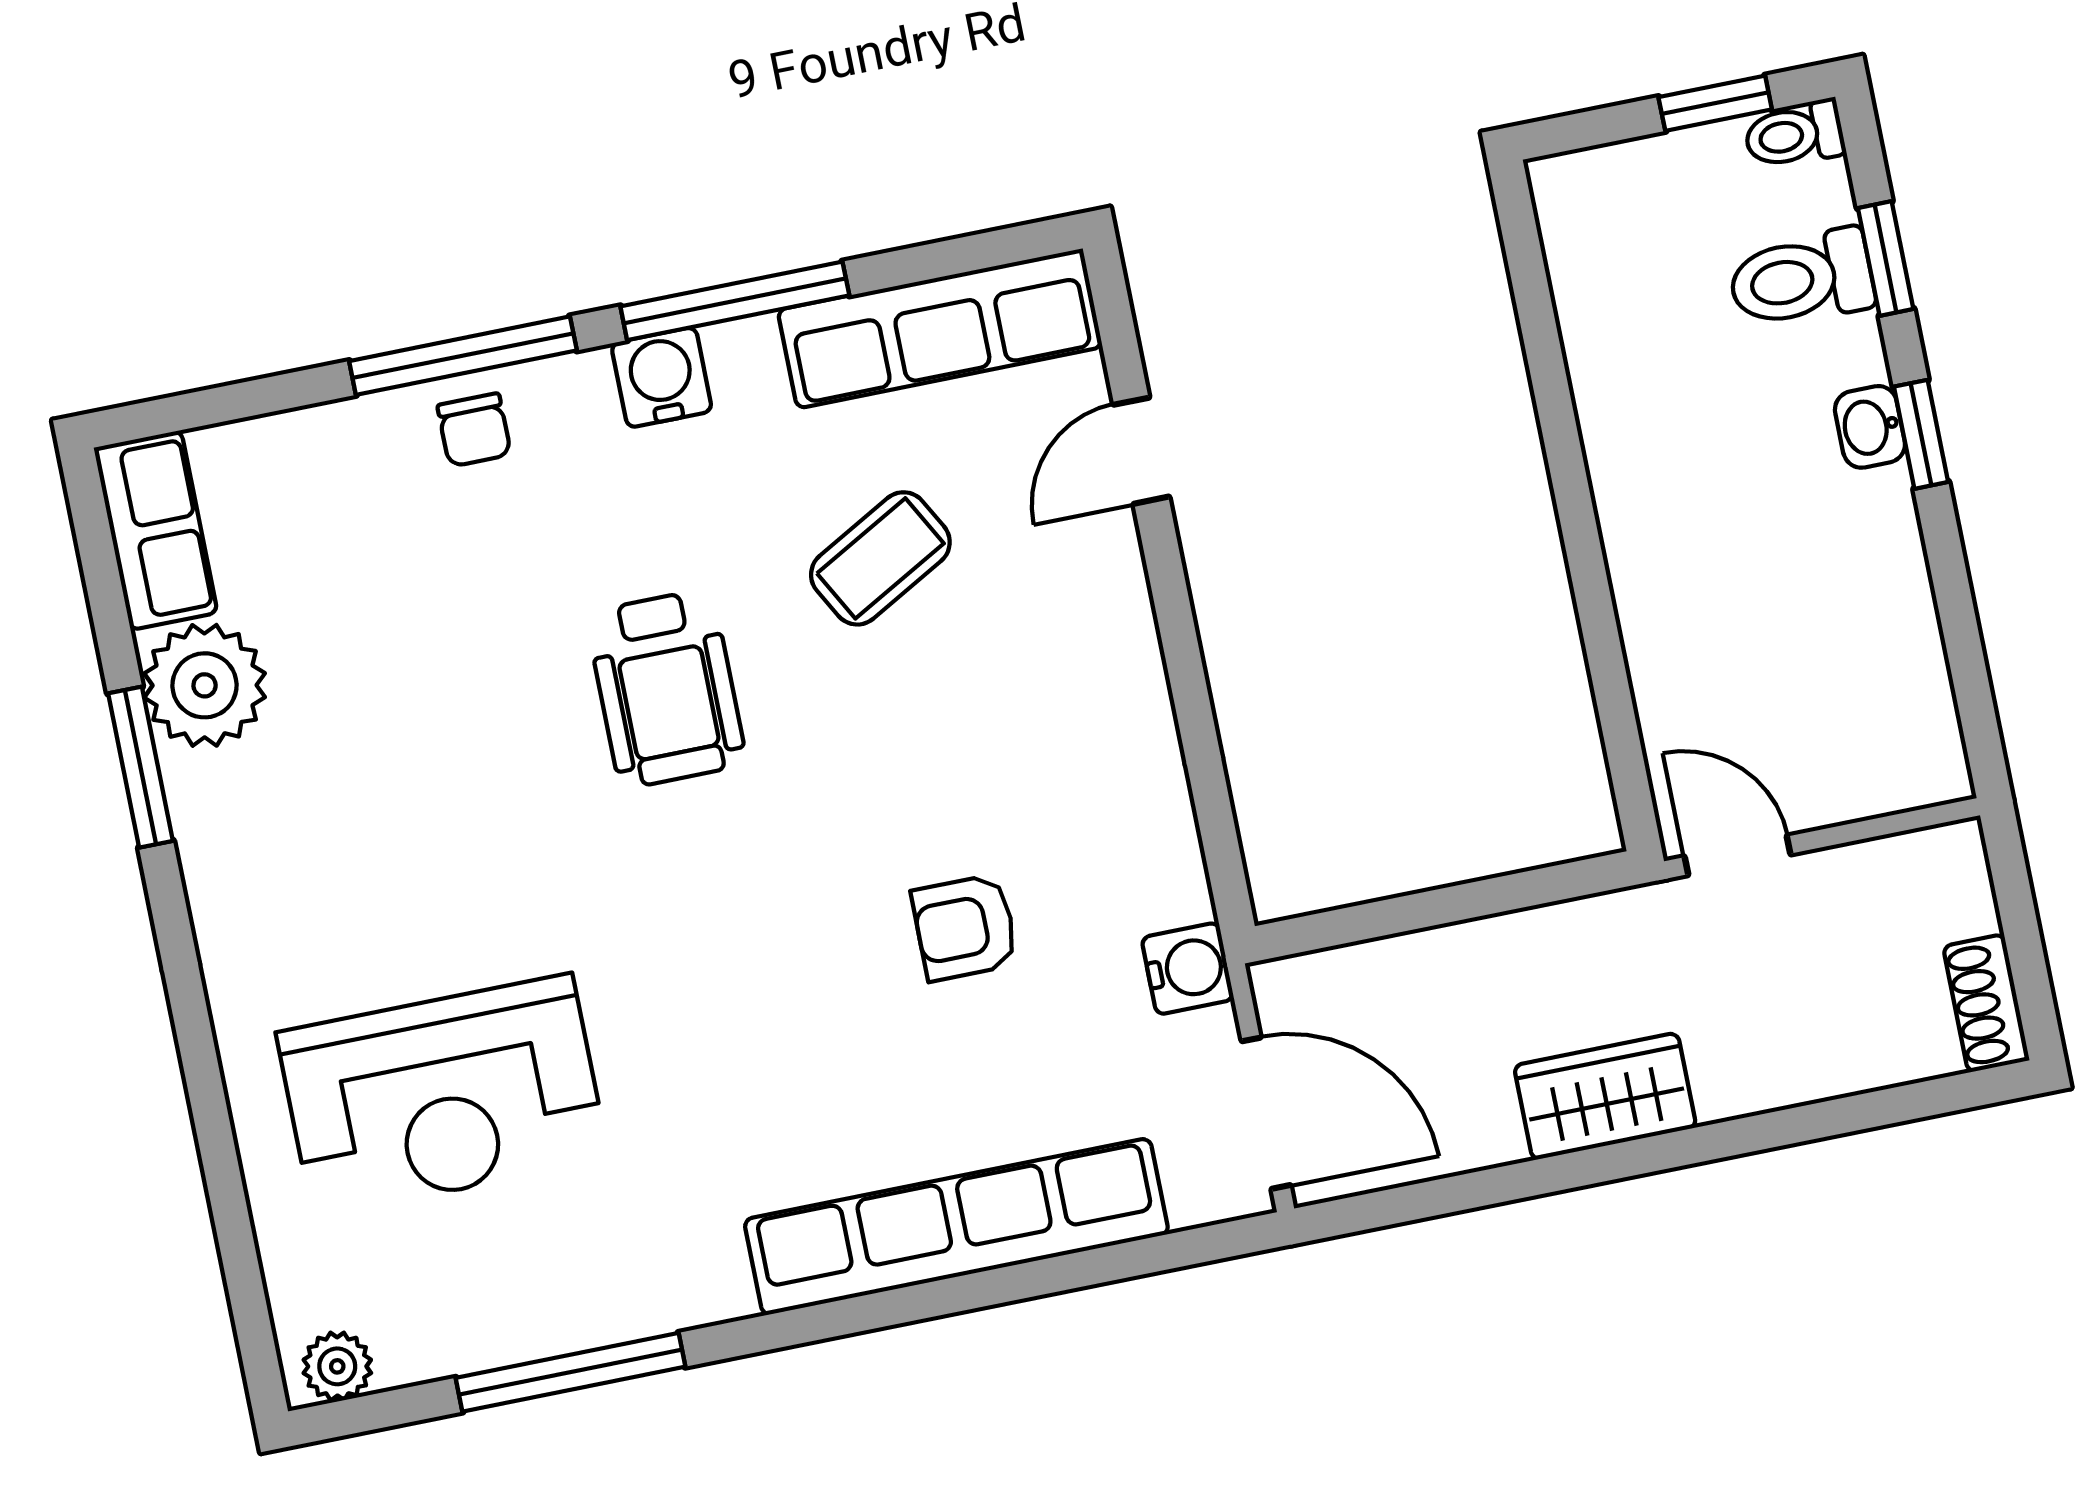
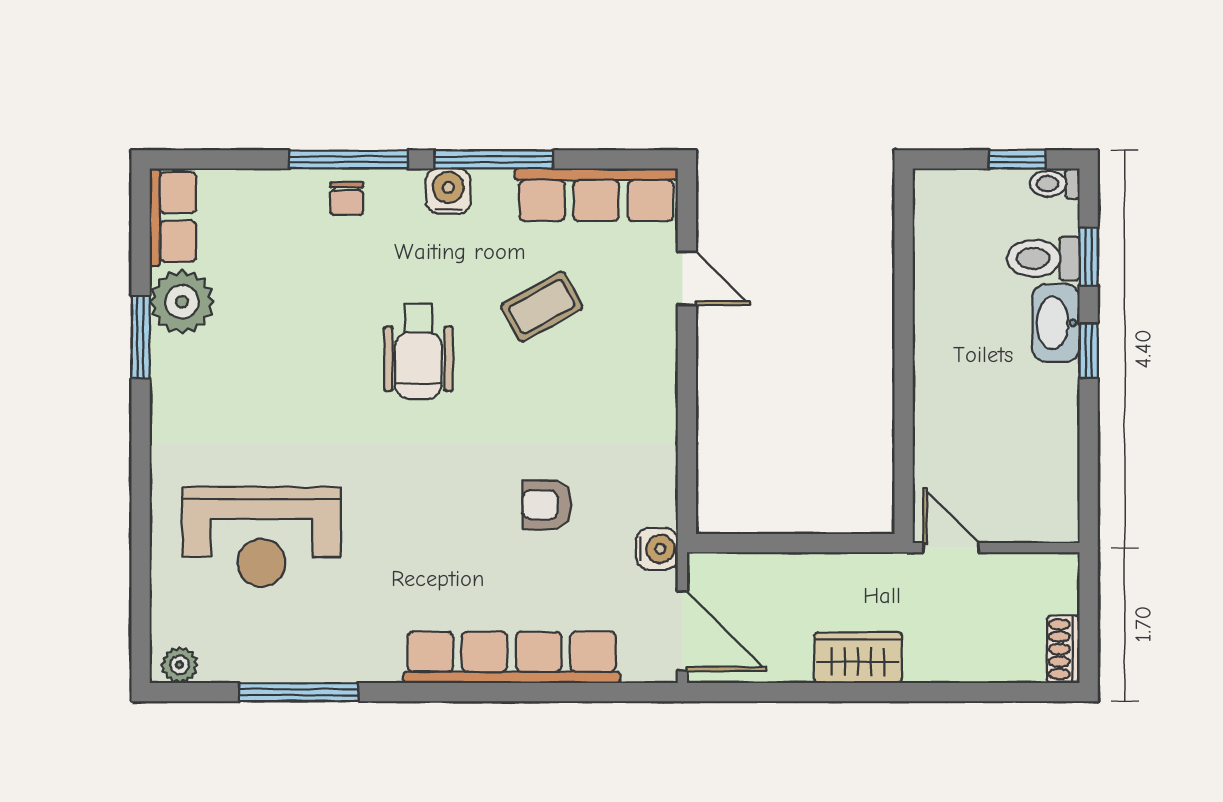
washbasin: (1870, 427) -> (1056, 323), width x1.91, depth x1.45
door: (1141, 451) -> (687, 278), swing flipped

